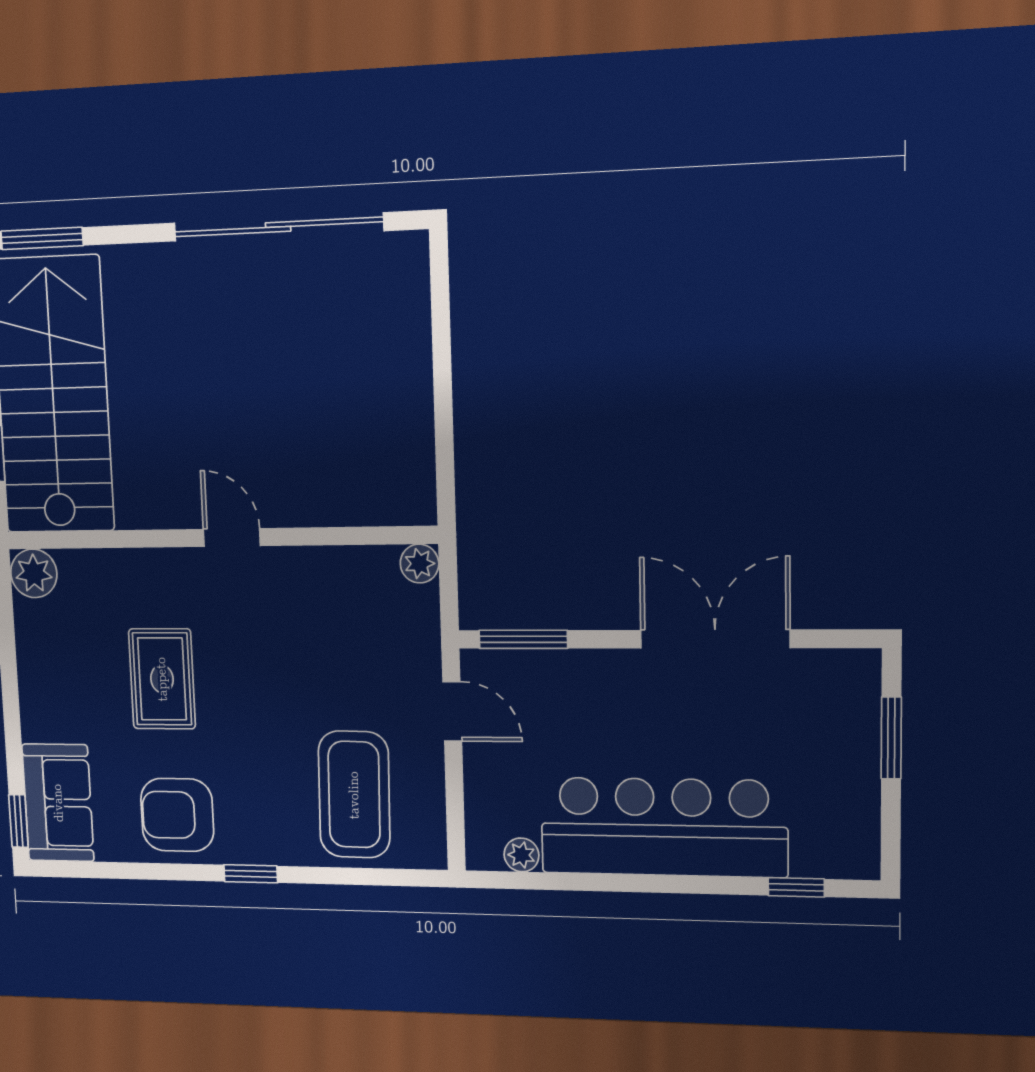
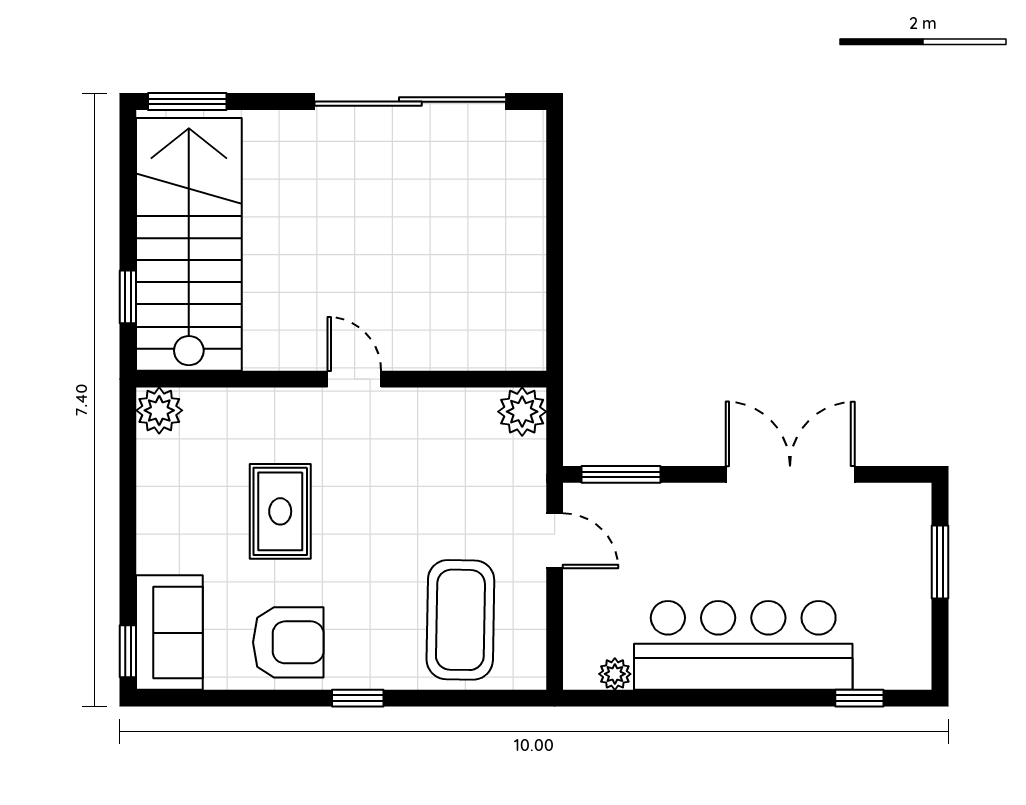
plant: (420, 564) -> (522, 412), width x1.38, depth x1.38
armchair: (177, 815) -> (288, 642), turned 180

